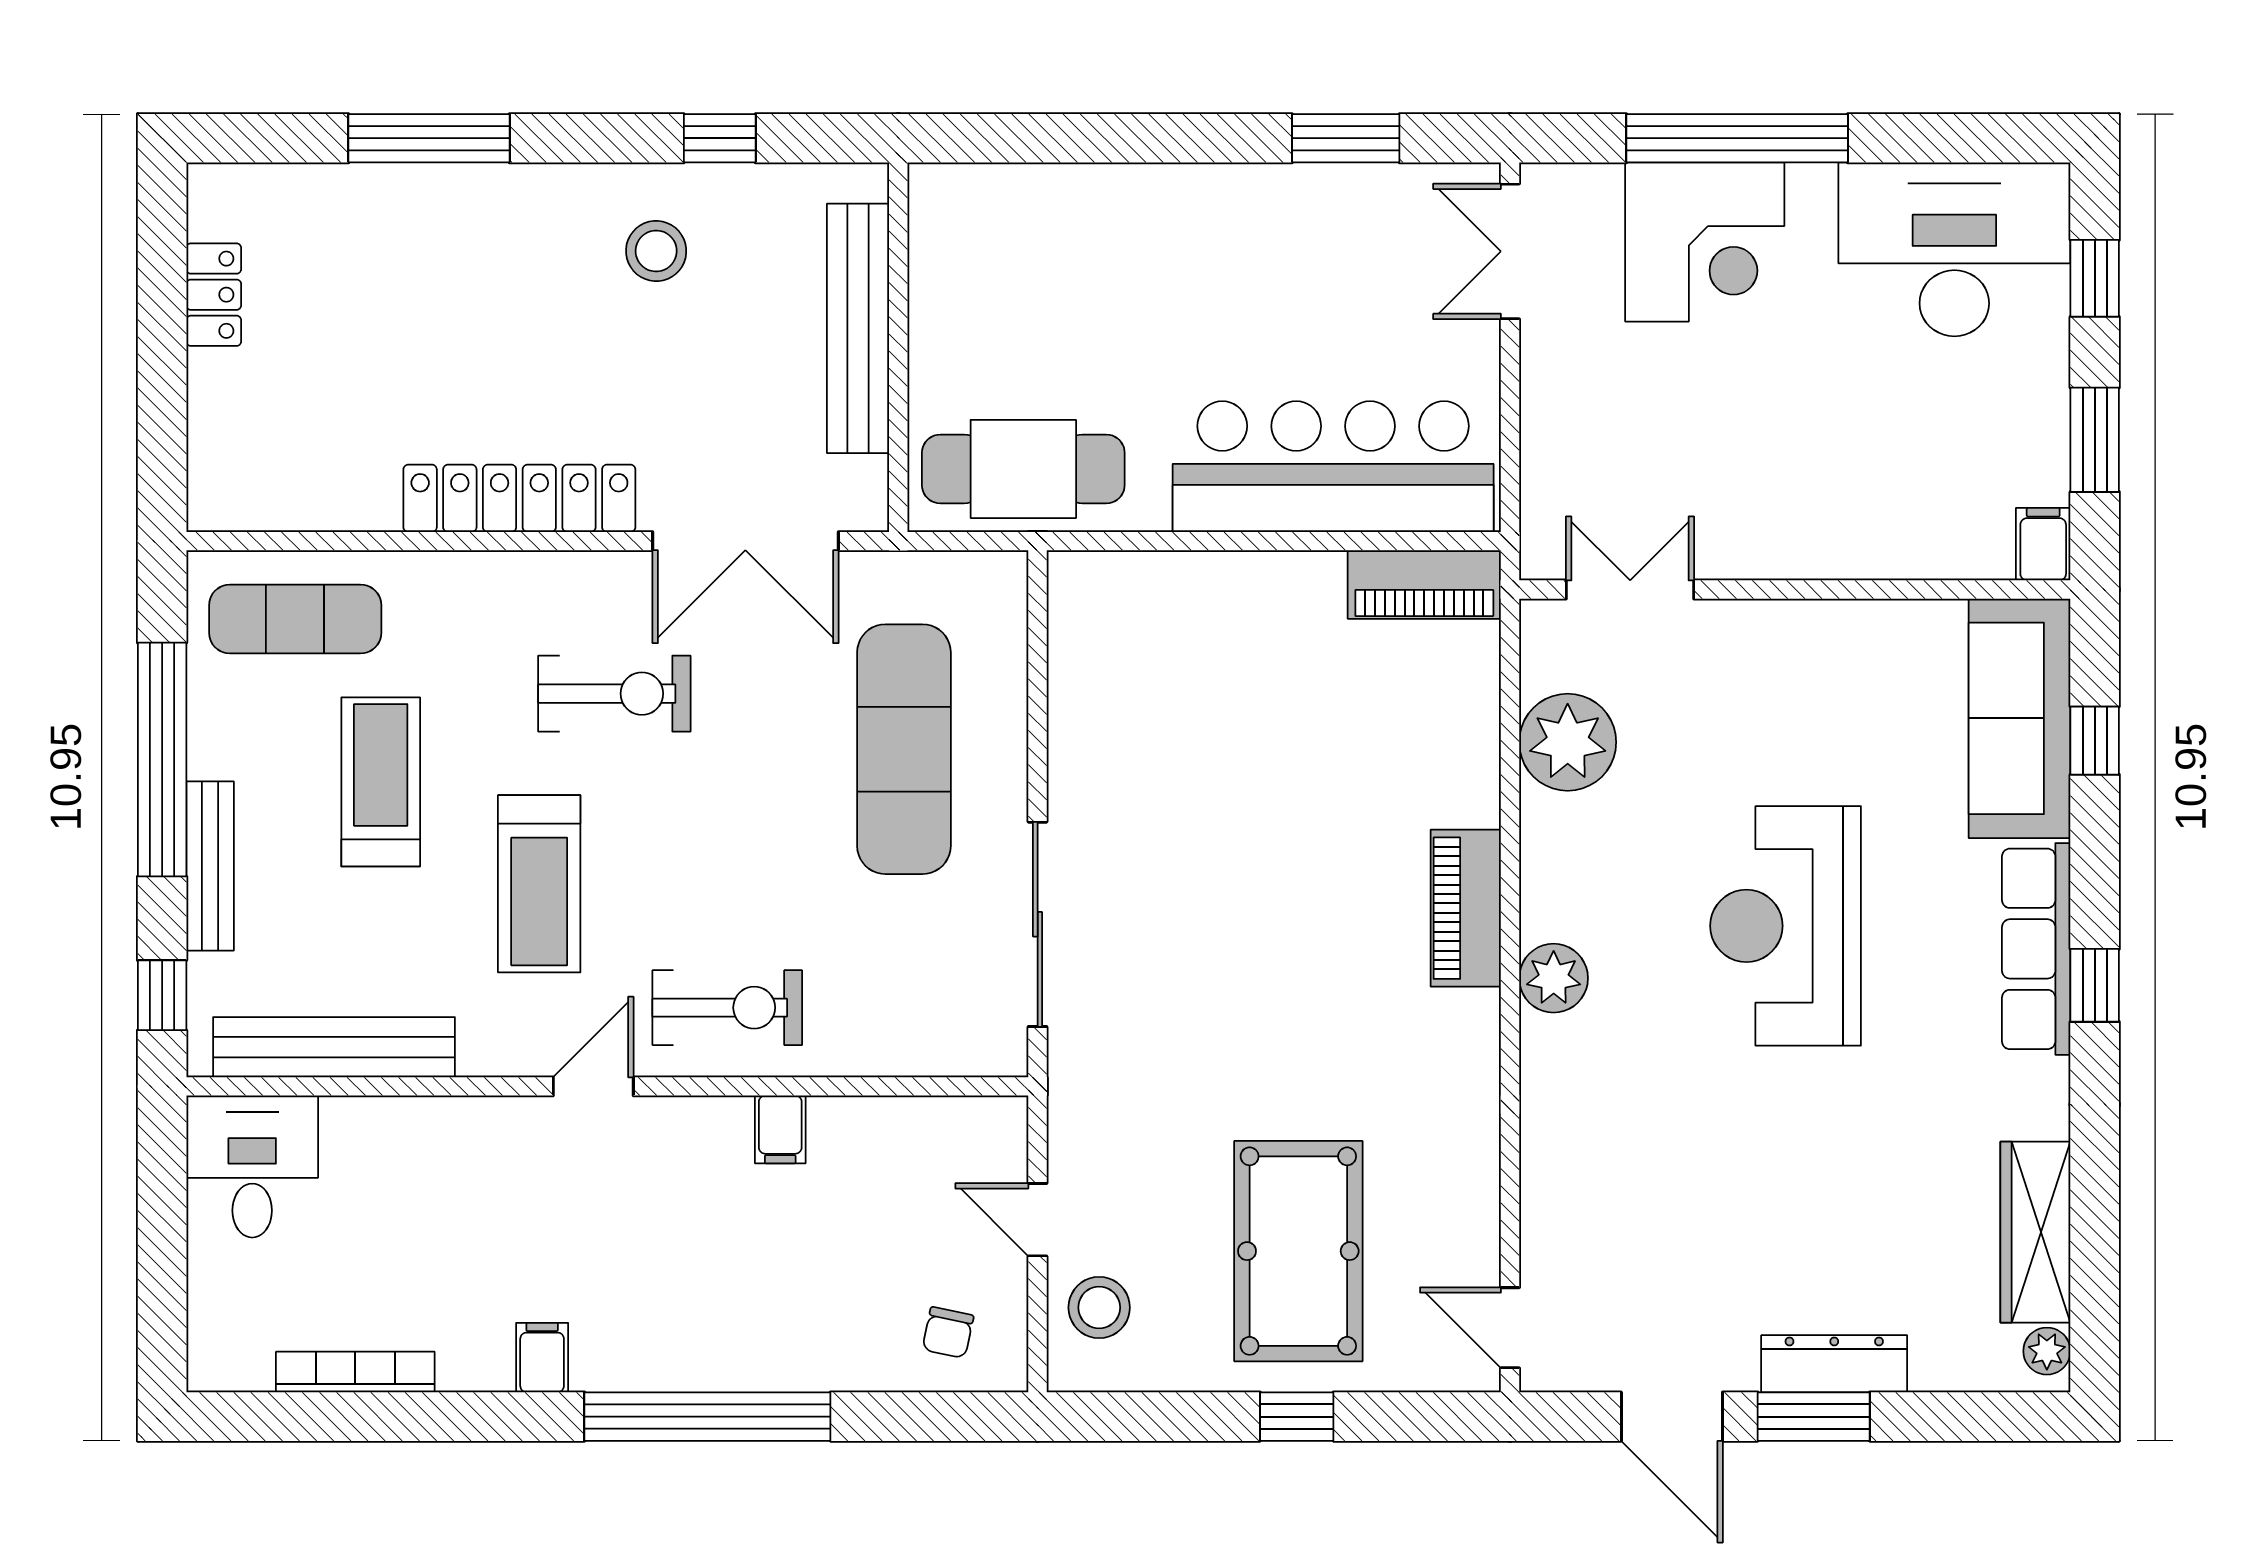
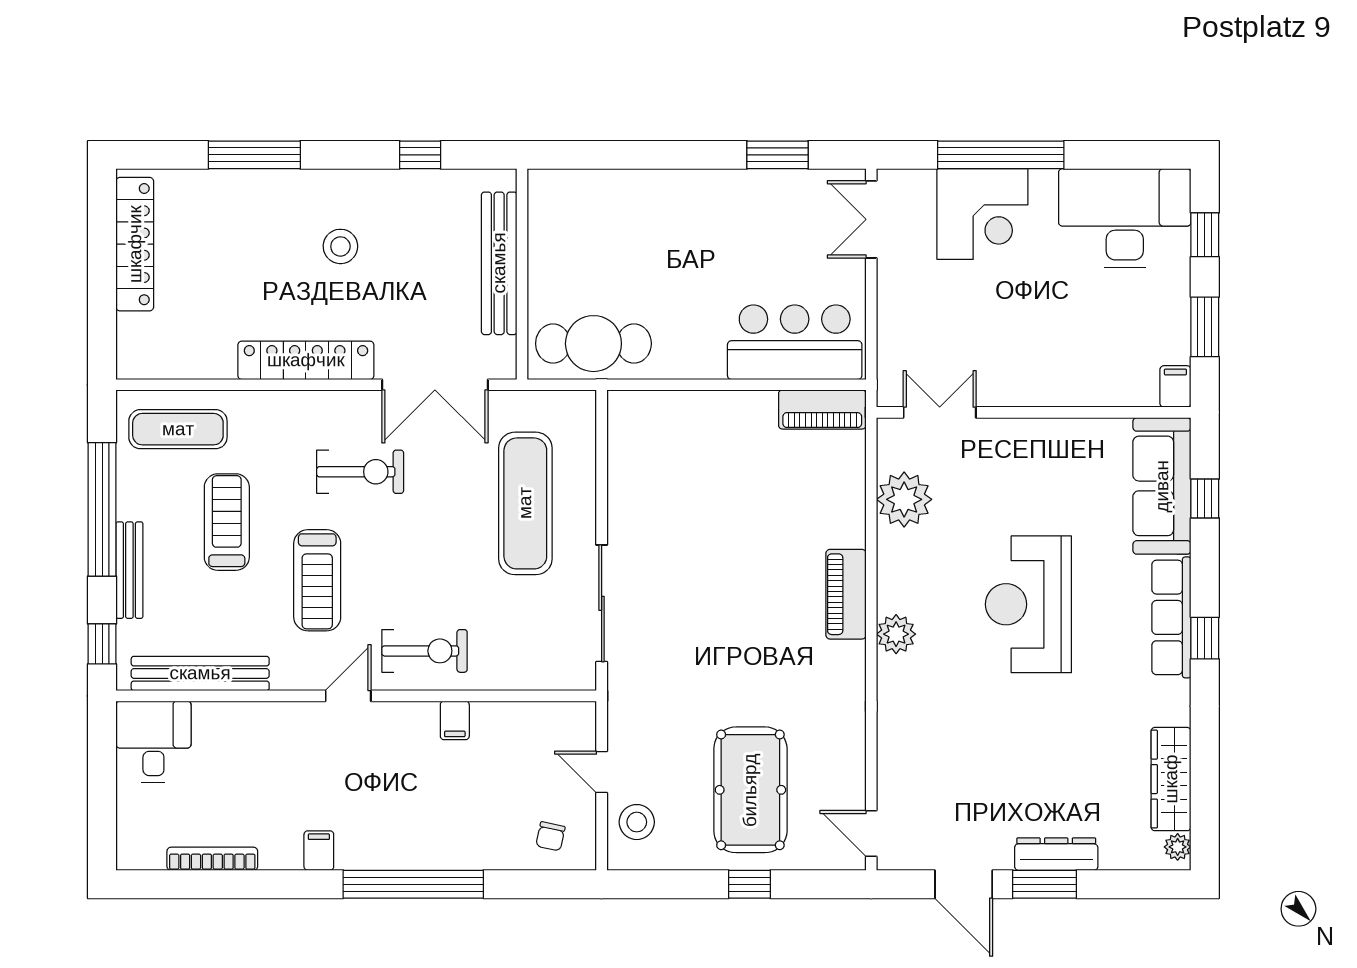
stool: (656, 251) -> (340, 246), moved
locker: (214, 295) -> (135, 244), width x2.16, depth x1.21
bar counter: (1333, 467) -> (795, 342), width x0.73

